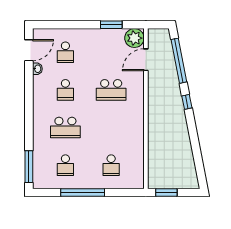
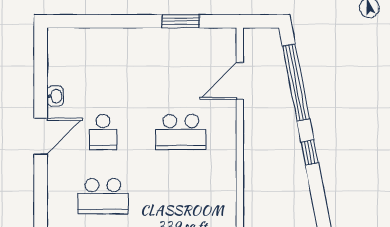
plant: (134, 38) -> (220, 44), removed
door: (29, 50) -> (41, 136), moved
school desk: (65, 52) -> (103, 68), removed

